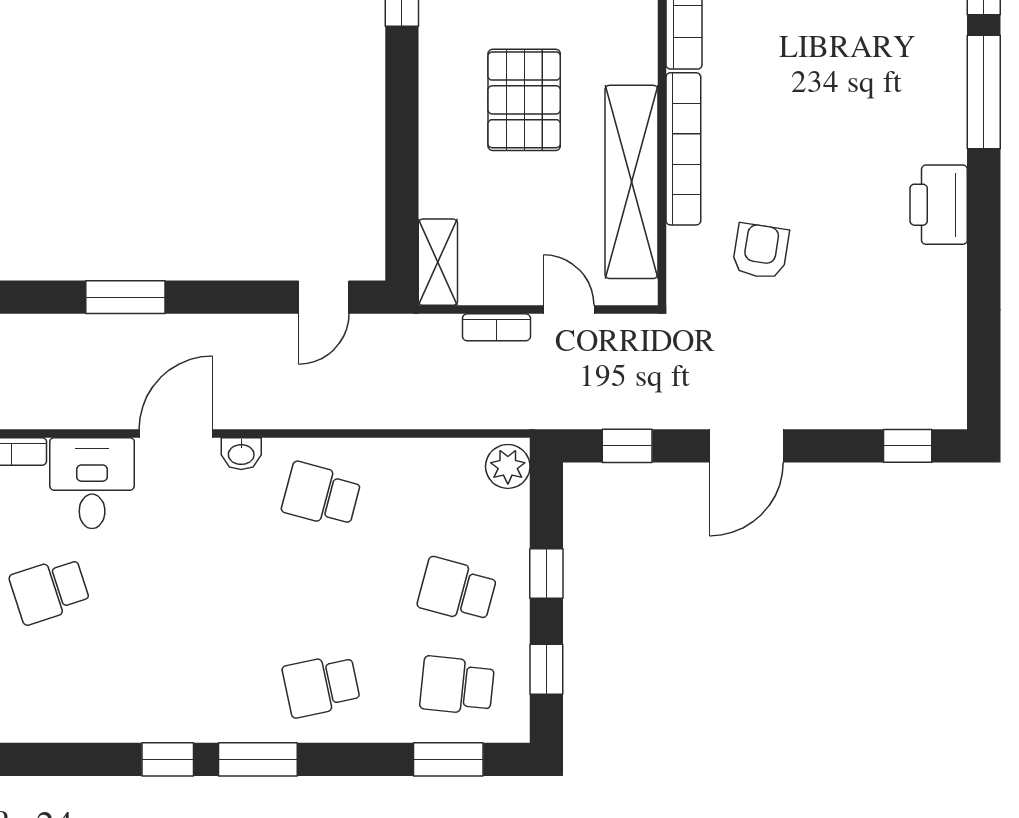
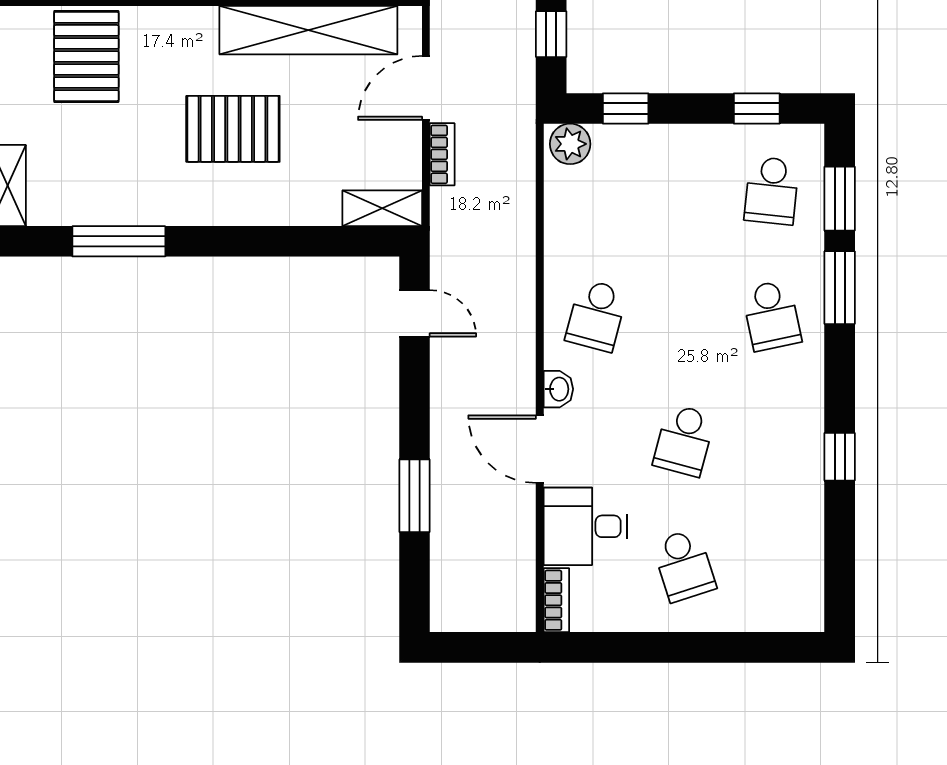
door: (569, 310) -> (426, 88), width x1.38
window: (546, 573) -> (626, 108), moved
school desk: (457, 590) -> (684, 440), moved
window: (258, 759) -> (840, 288), moved

